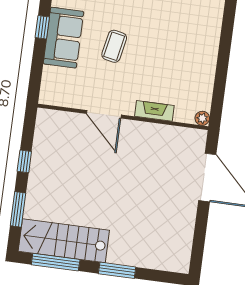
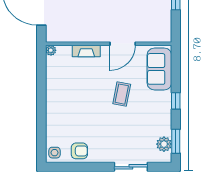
sofa: (63, 38) -> (159, 69), moved
door: (104, 114) -> (123, 44), swing flipped

